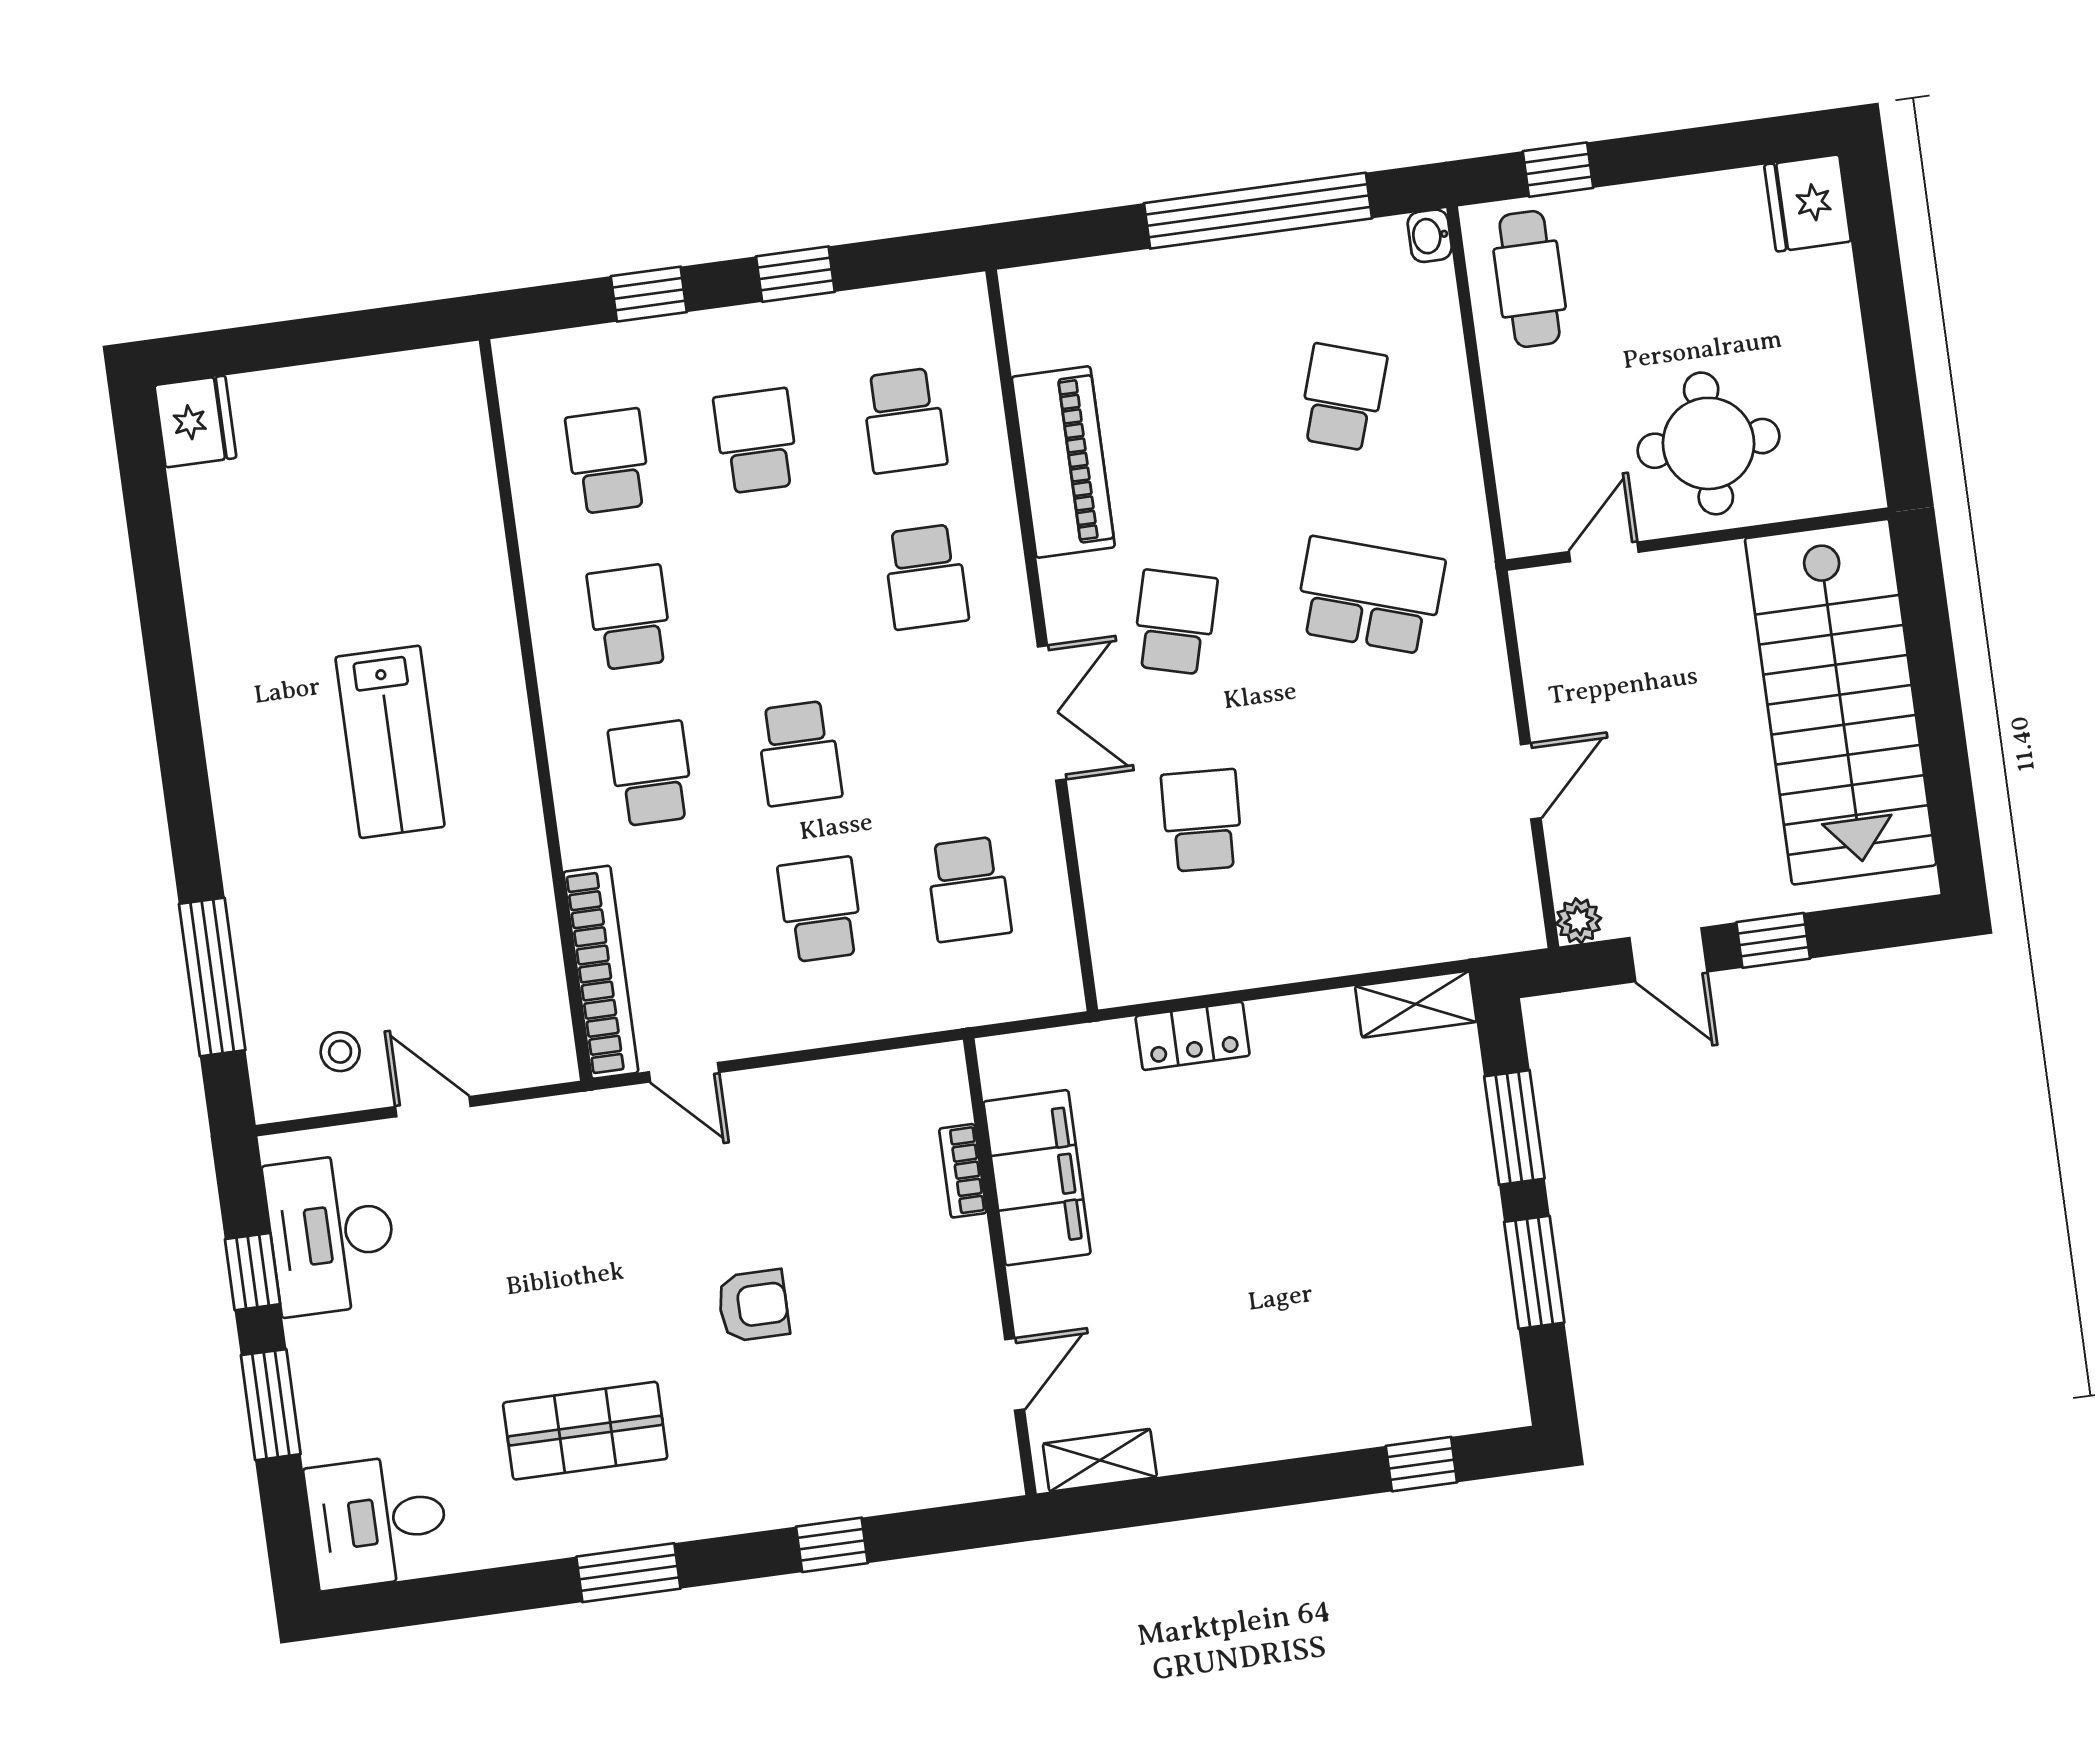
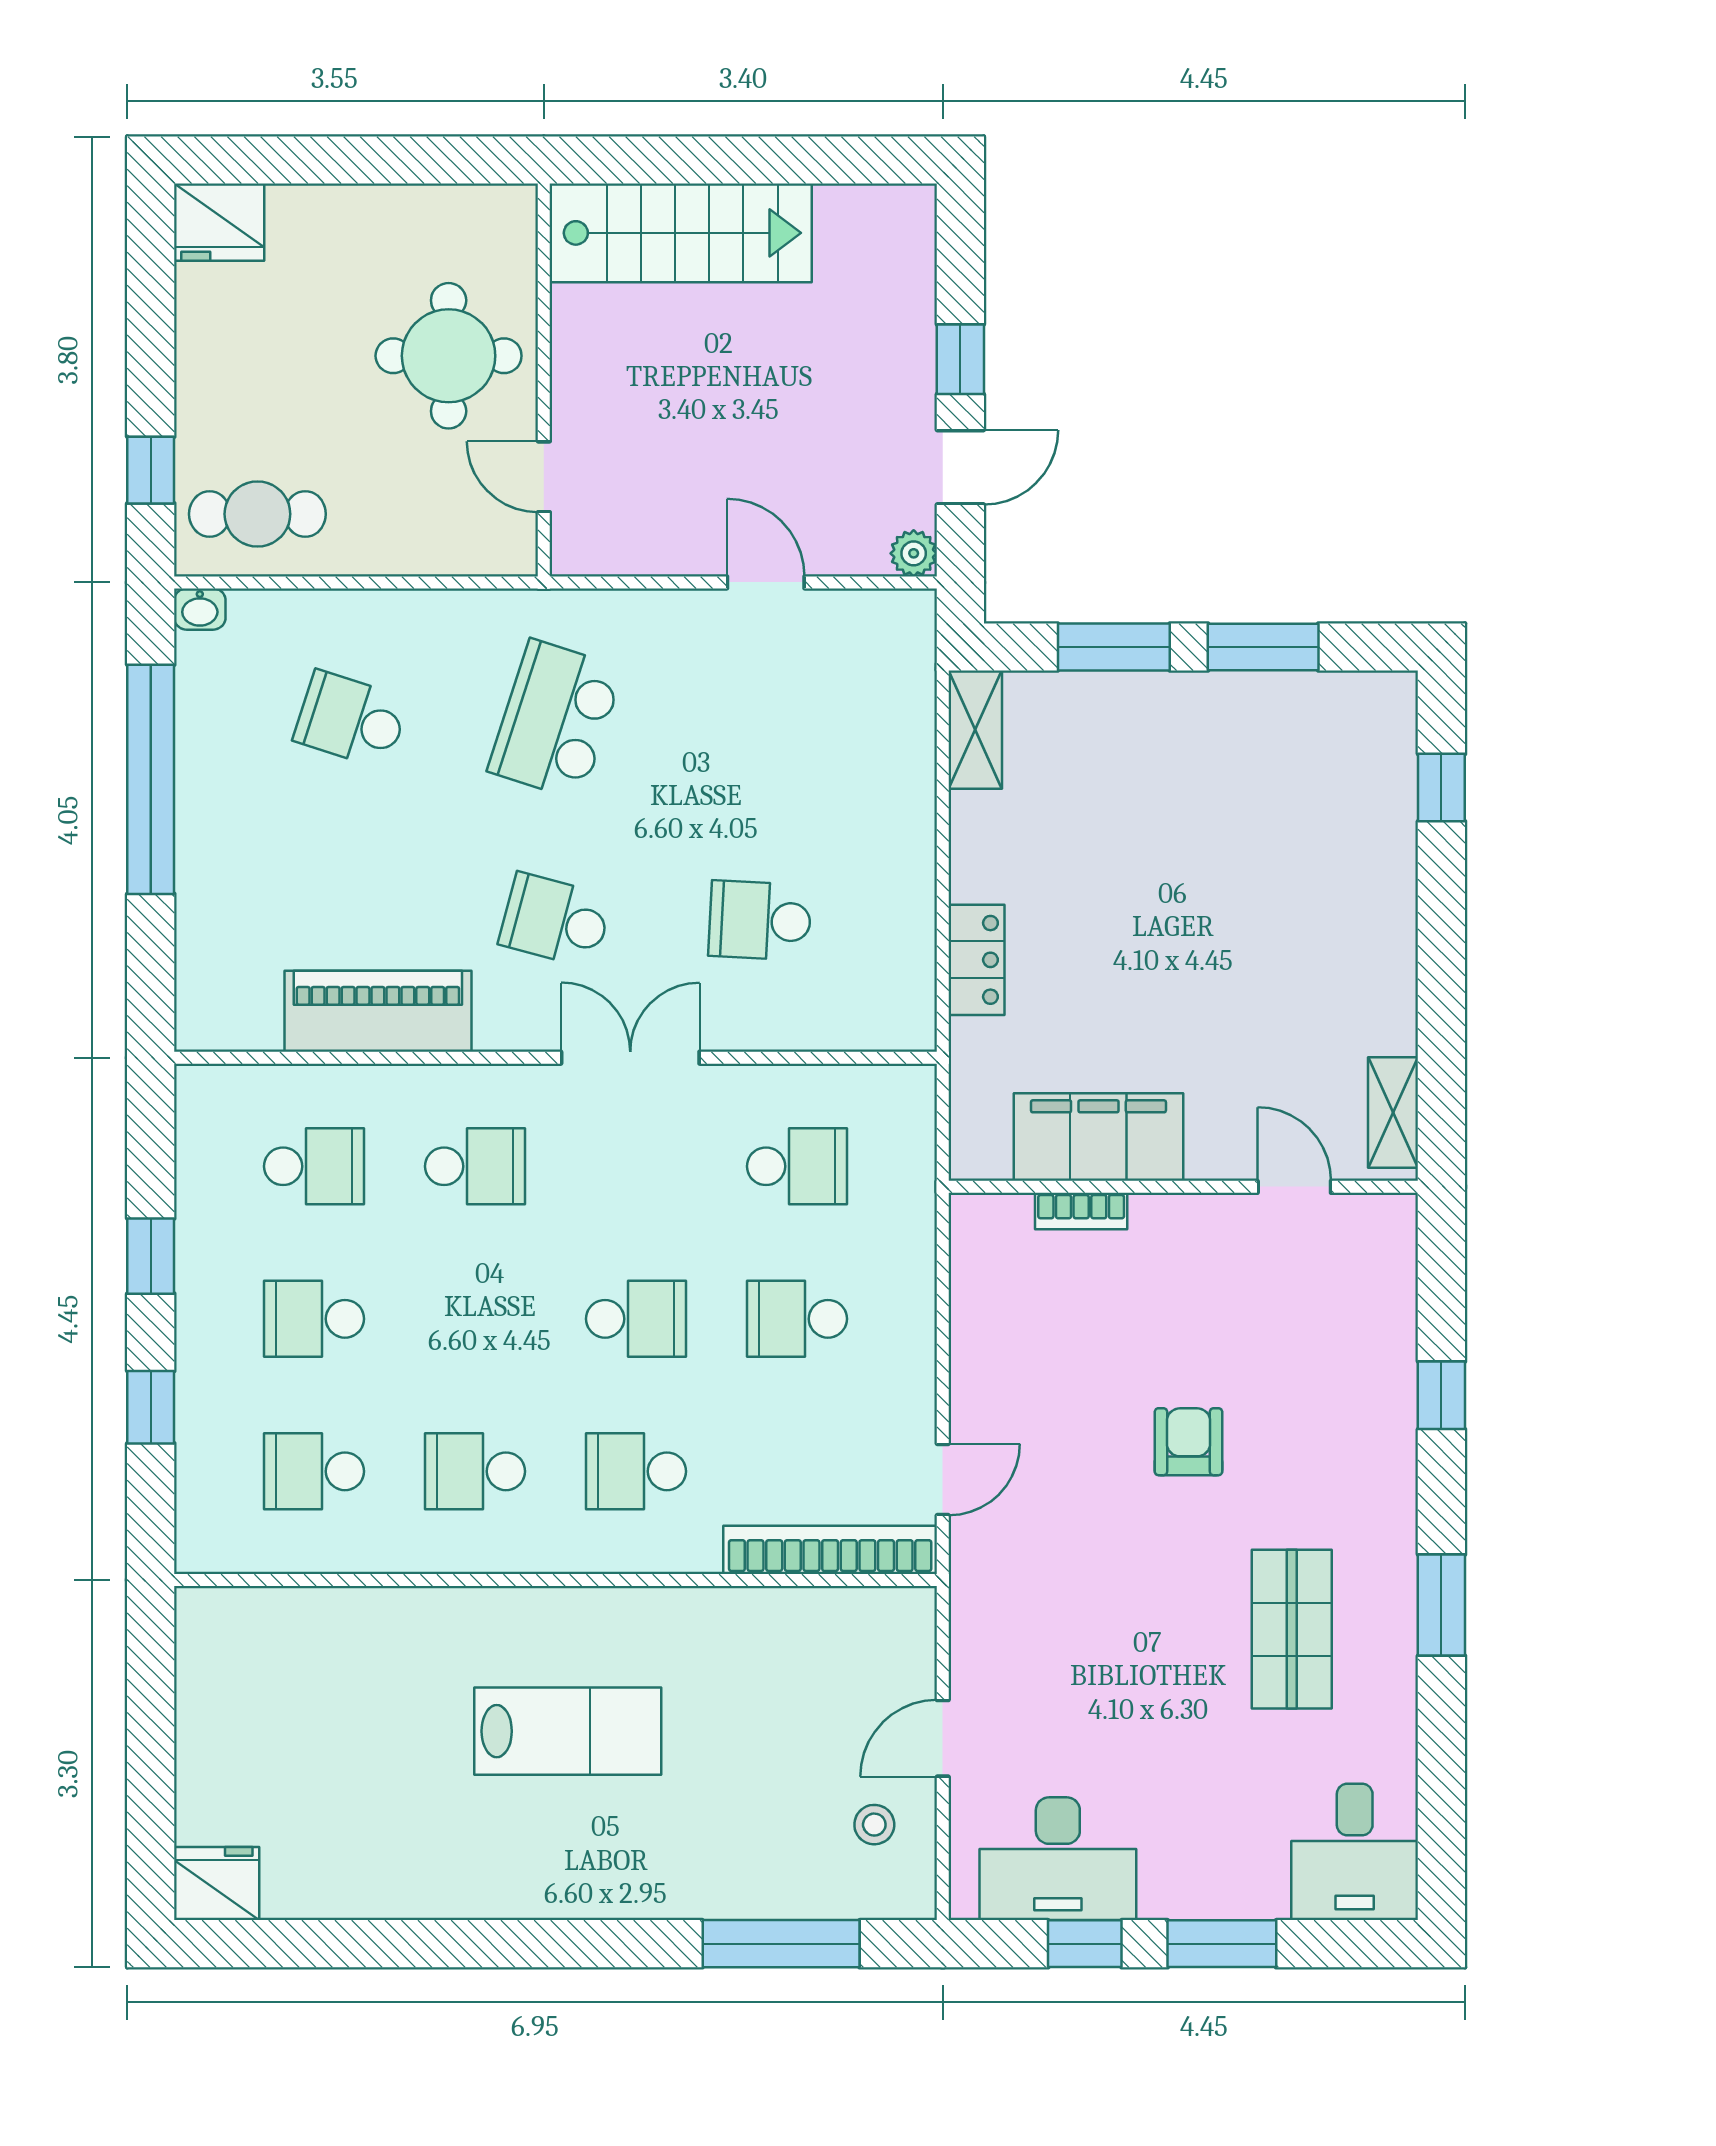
stairs: (1841, 702) -> (681, 233), width x0.73, depth x0.66

